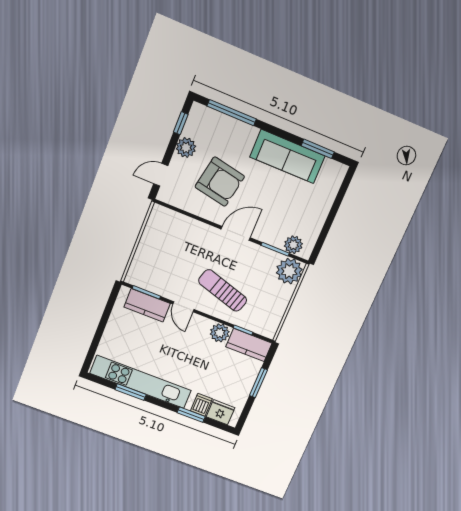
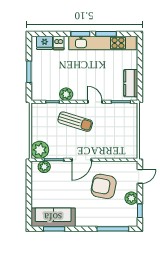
sofa: (287, 156) -> (53, 217), moved
kitchen counter: (147, 305) -> (131, 83), moved, turned -90
kitchen counter: (249, 345) -> (45, 94), removed
window: (191, 415) -> (80, 34), moved

